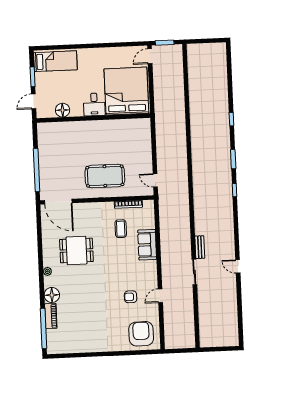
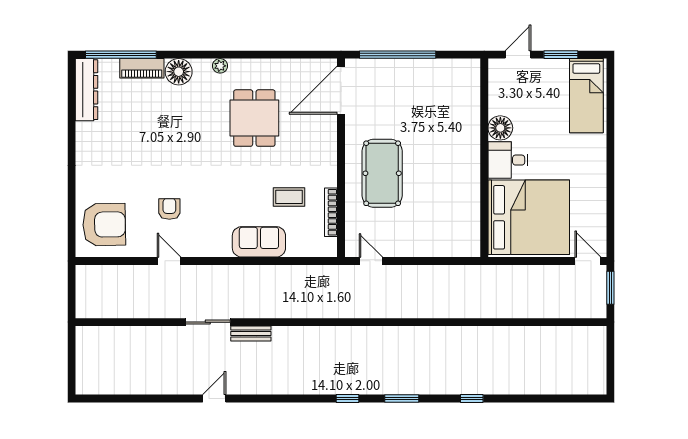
door: (34, 101) -> (518, 55), hinge flipped
floor lamp: (63, 110) -> (500, 128), moved
door: (155, 180) -> (371, 261), hinge flipped
dresser: (64, 347) -> (87, 90), added

